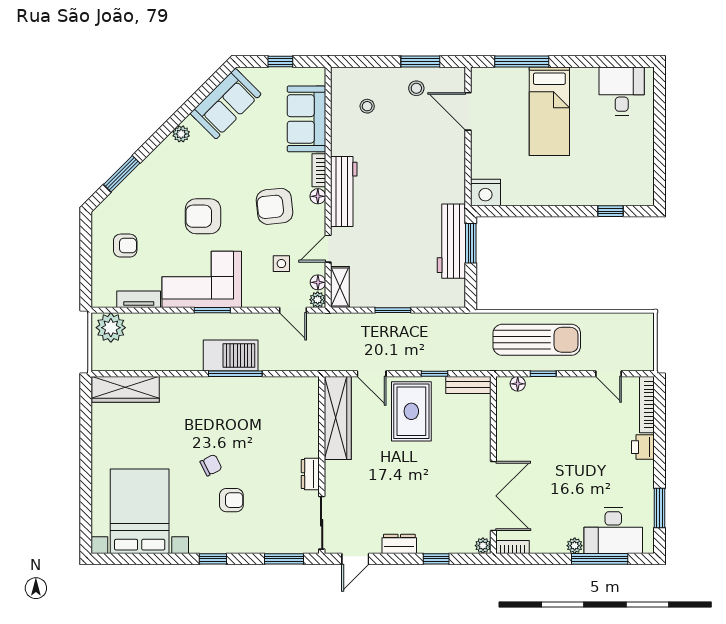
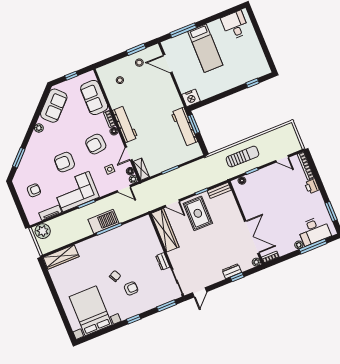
sun lounger: (537, 340) -> (242, 157), width x0.73, depth x0.75
dresser: (399, 544) -> (232, 271), moved

